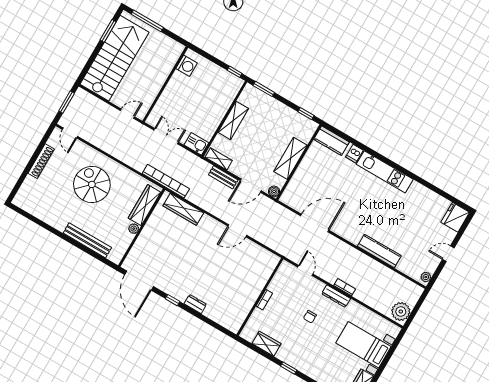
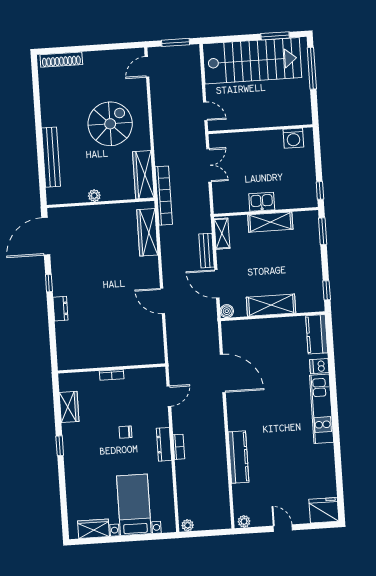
kitchen sink: (196, 144) -> (262, 202), moved, turned -90
shoe rack: (41, 161) -> (61, 60), moved
wardrobe: (145, 205) -> (143, 175), moved, turned -90
plant: (401, 312) -> (188, 525), width x0.53, depth x0.53

